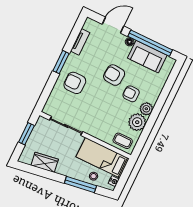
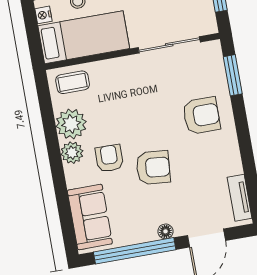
tv unit: (80, 42) -> (240, 198), moved
sofa: (147, 57) -> (90, 217), moved, turned 90
window: (61, 62) -> (233, 75), moved
armchair: (131, 94) -> (109, 158), turned -89

